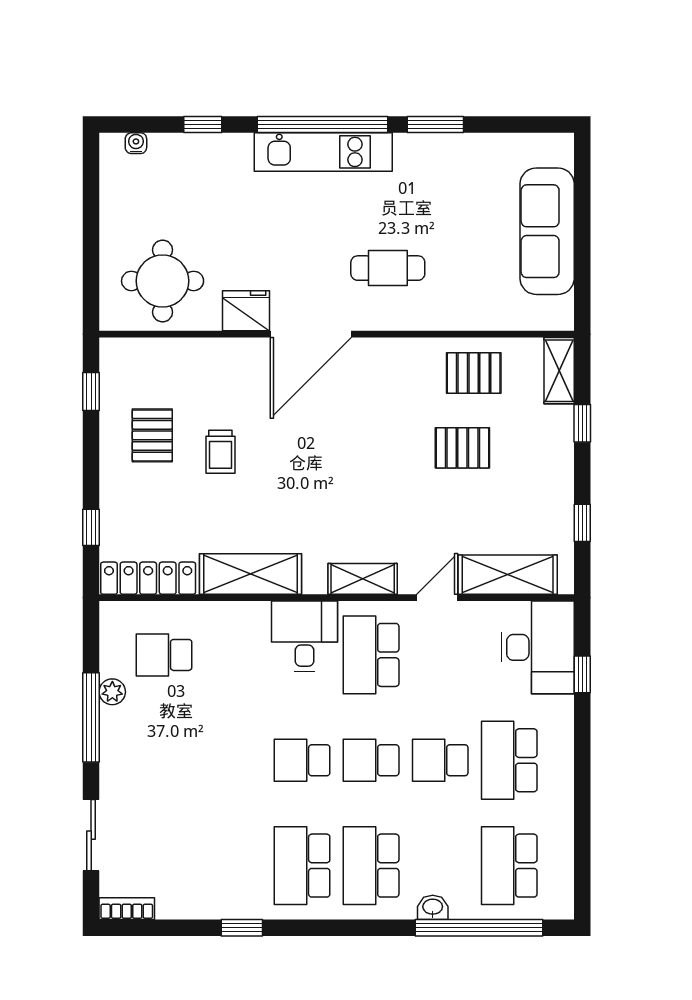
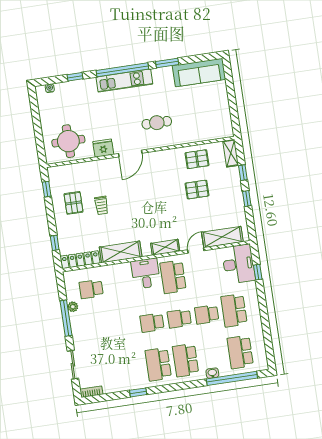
sofa: (547, 231) -> (199, 72), moved, turned -90
door: (311, 334) -> (130, 153), width x0.73
window: (582, 523) -> (247, 198), moved

